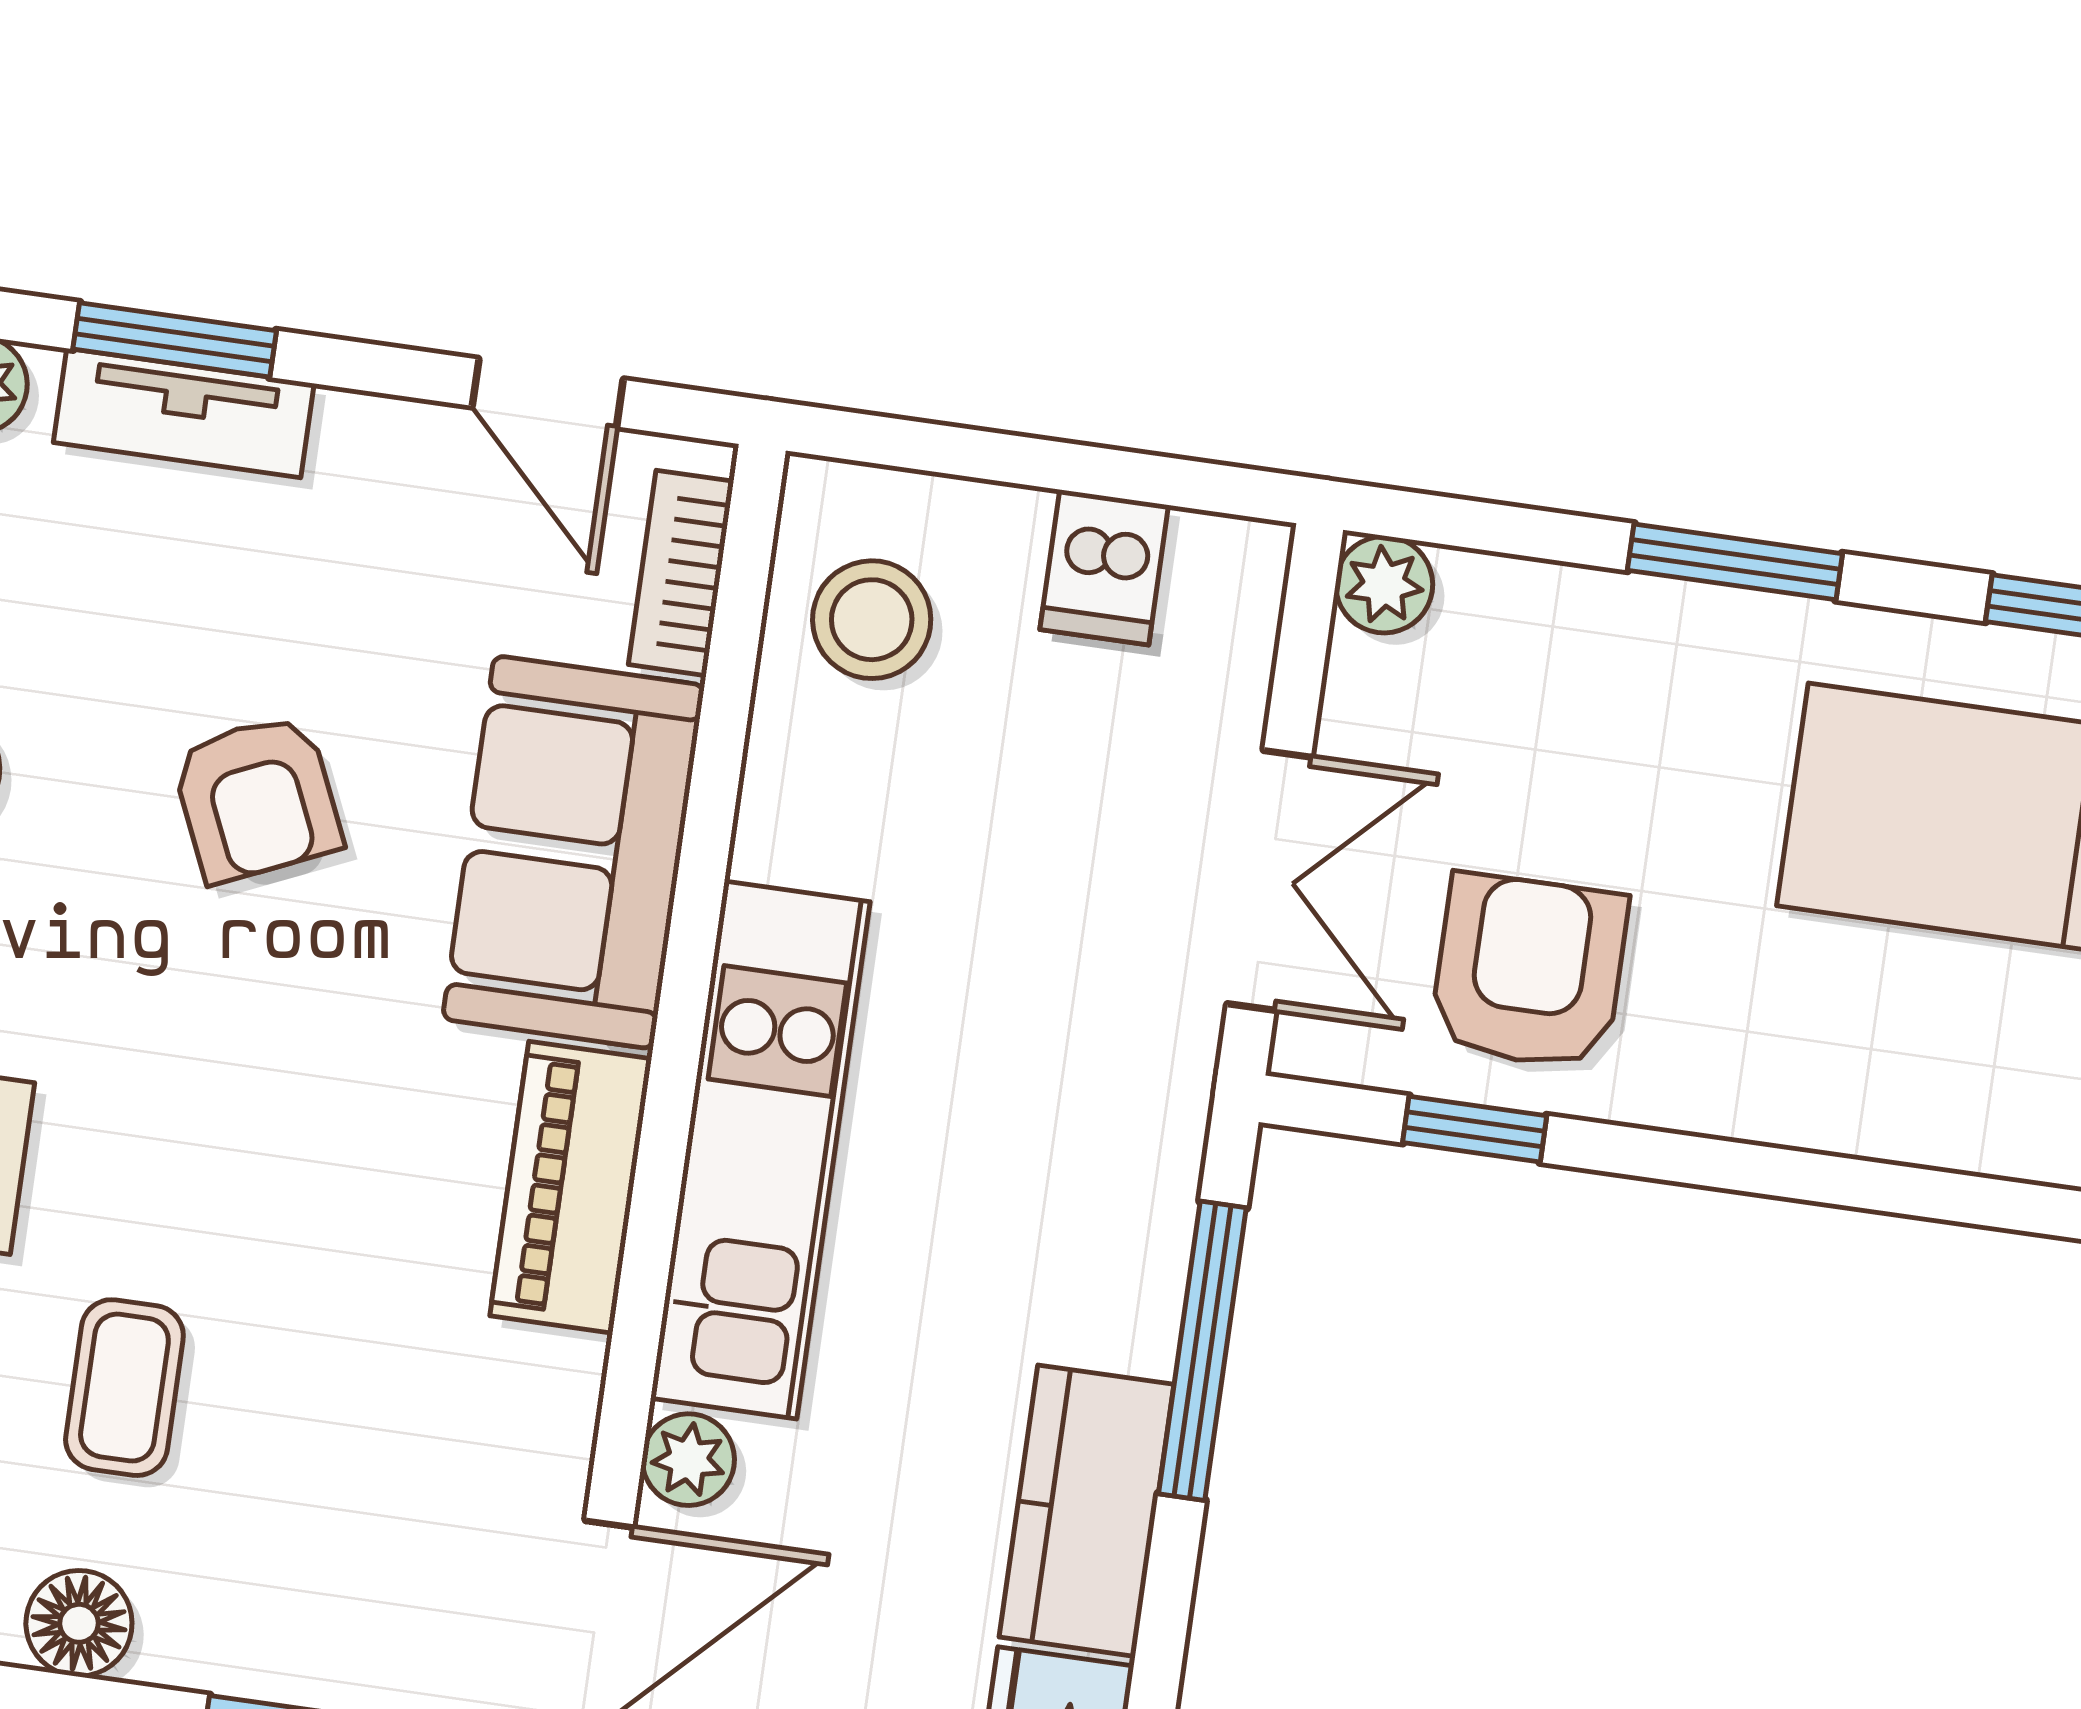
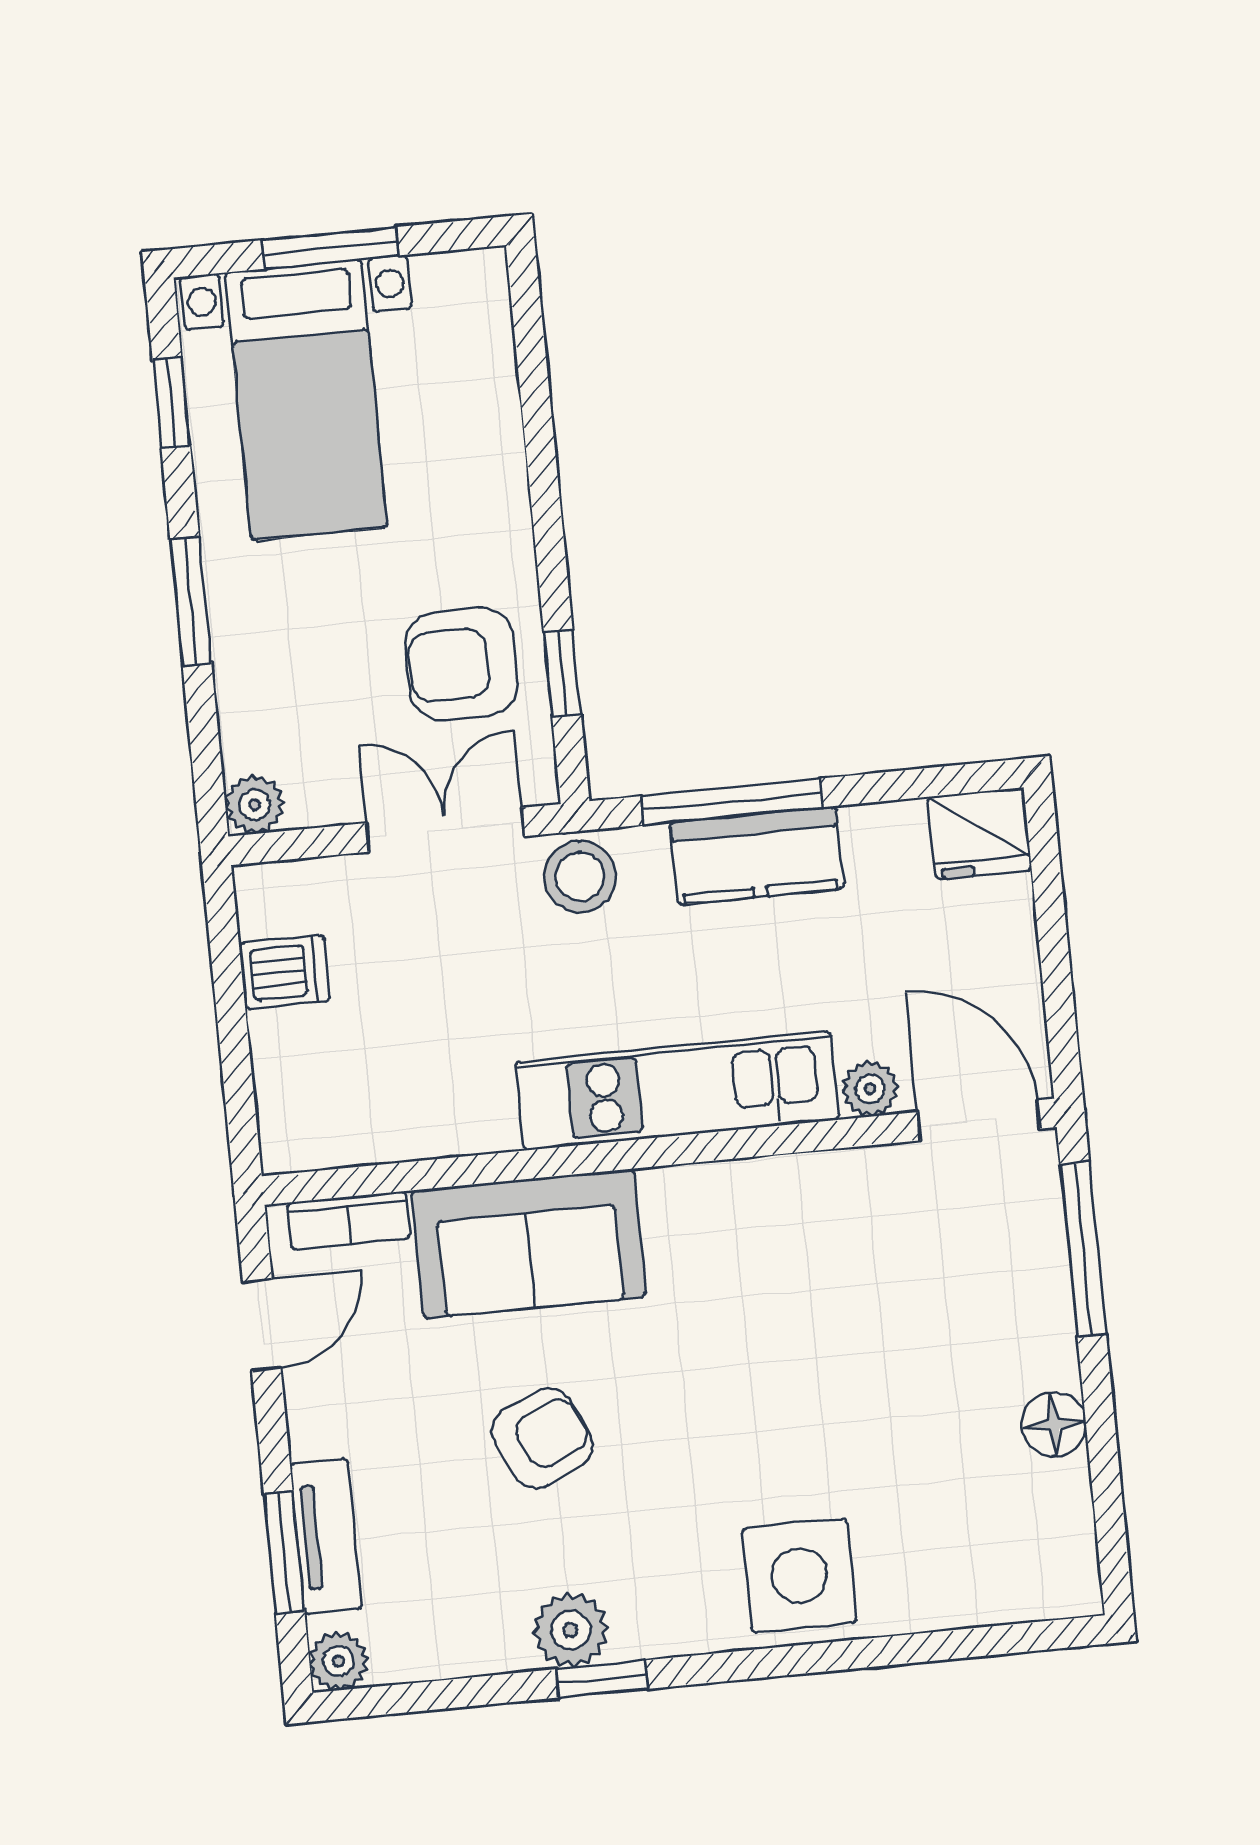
stool: (872, 620) -> (580, 877), moved
piano: (571, 1187) -> (726, 1197), removed
coffee table: (124, 1388) -> (908, 1431), removed
kitchen counter: (1087, 1511) -> (757, 855), moved

